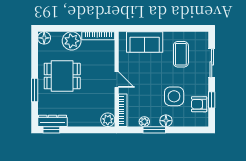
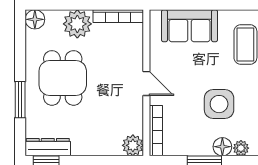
dining table: (62, 76) -> (63, 78), turned 90
side table: (174, 96) -> (219, 104), moved
plant: (144, 122) -> (241, 148), moved

